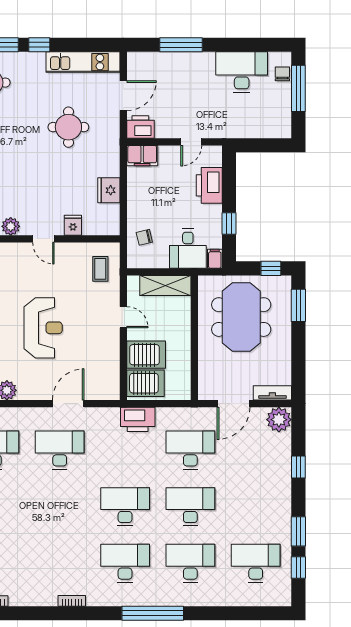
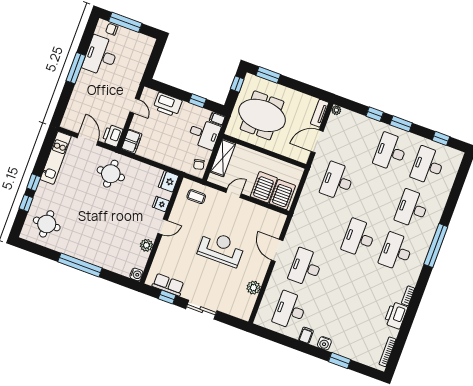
window: (181, 45) -> (76, 68), moved
round table: (68, 127) -> (111, 174), moved
fridge: (109, 190) -> (169, 181), moved, turned 90
chair: (144, 237) -> (199, 164), moved
door: (234, 404) -> (317, 141), swing flipped
printer: (138, 419) -> (396, 315), moved, turned 180
plant: (279, 420) -> (336, 110), width x0.53, depth x0.53
desk: (190, 507) -> (391, 152), moved
window: (298, 531) -> (401, 124), moved

